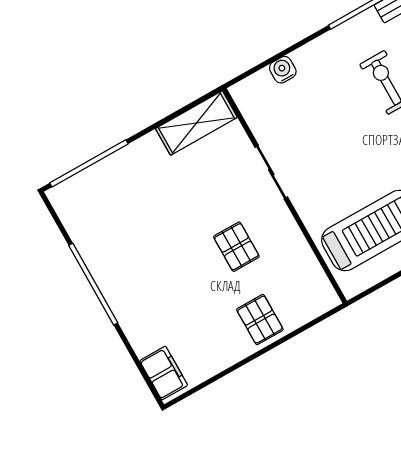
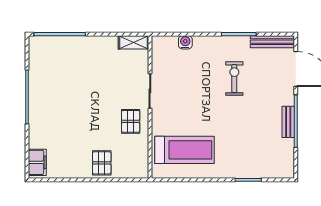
shelving: (196, 123) -> (133, 42), width x0.67, depth x0.75
pallet: (236, 247) -> (131, 121), moved

